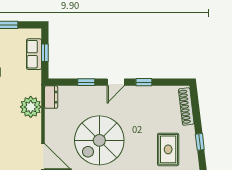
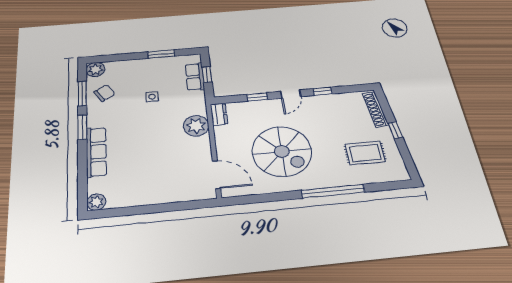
spiral stairs: (99, 140) -> (282, 151), turned -90
window: (200, 142) -> (395, 130), moved
rug: (168, 149) -> (365, 153), turned 90

